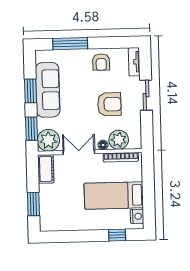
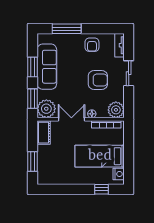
plant: (119, 140) -> (116, 110), moved

